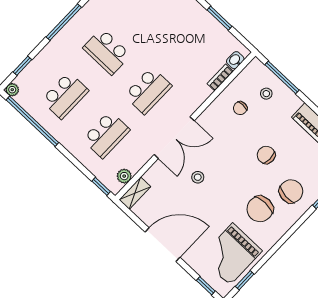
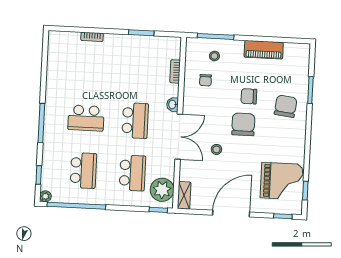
washbasin: (235, 60) -> (173, 104), moved
plant: (124, 176) -> (162, 190), width x1.87, depth x1.87
chair: (260, 209) -> (243, 124), moved, turned 180
grand piano: (231, 254) -> (282, 181), turned -90

